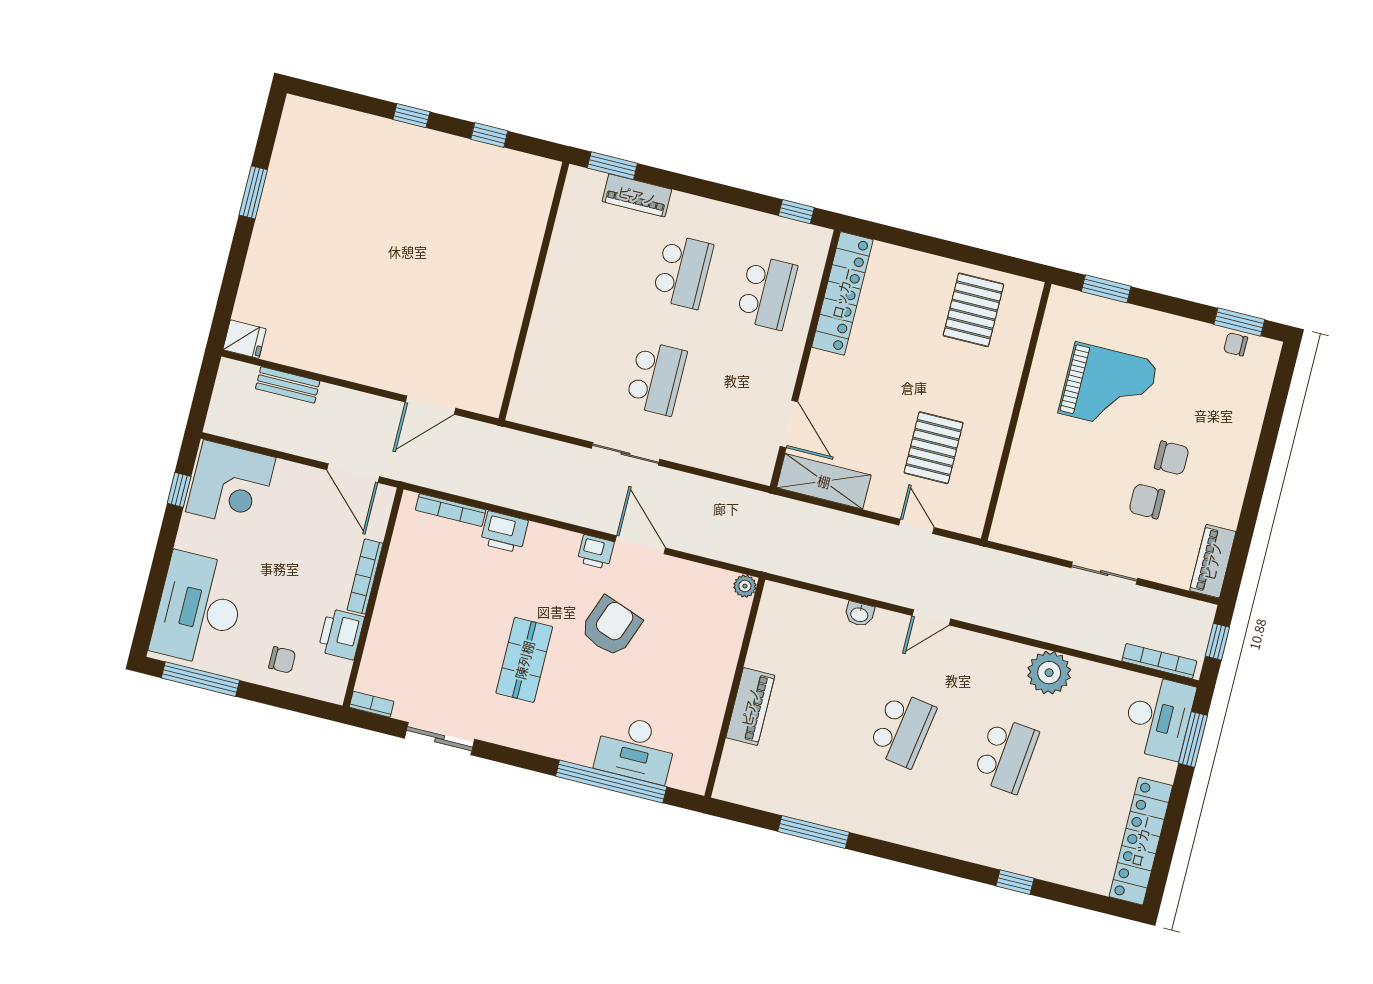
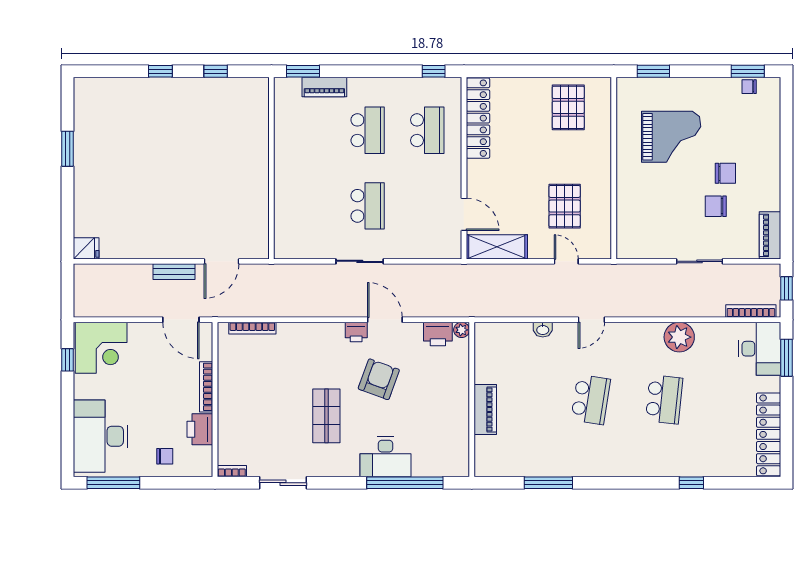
bench: (288, 385) -> (174, 272), moved
printer: (504, 532) -> (438, 334), moved
desk: (636, 749) -> (385, 457), moved

